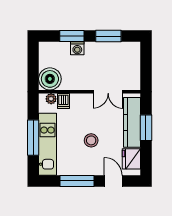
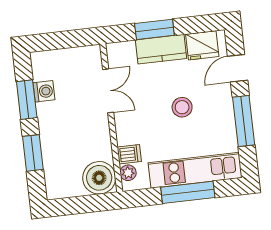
washing machine: (77, 48) -> (44, 91), moved
kitchen counter: (132, 122) -> (161, 49), width x0.67

